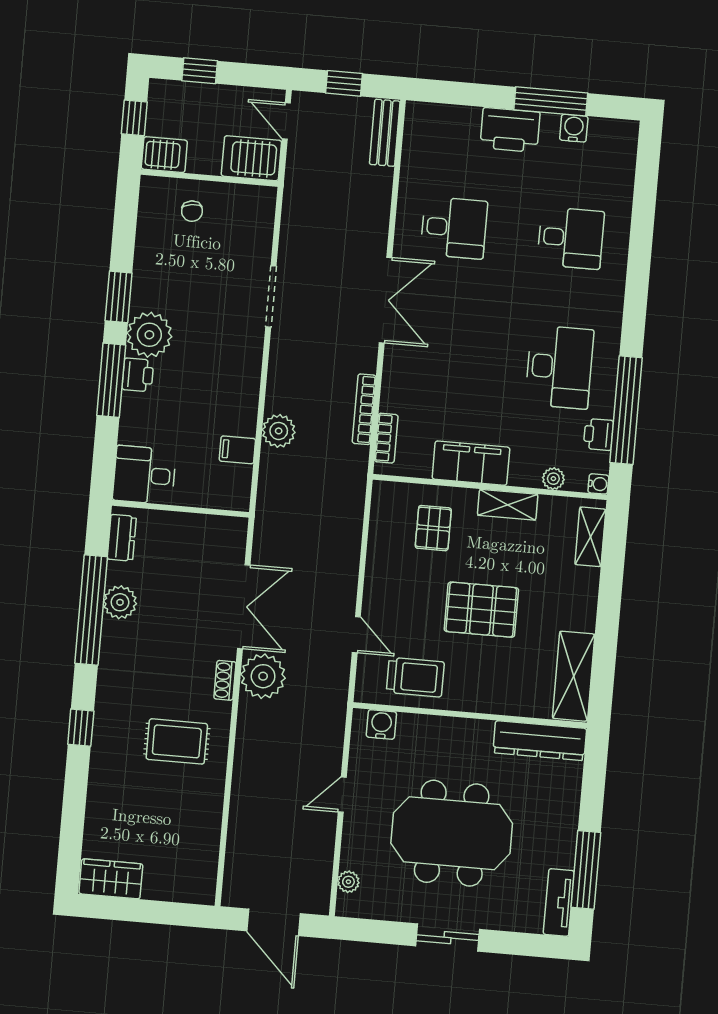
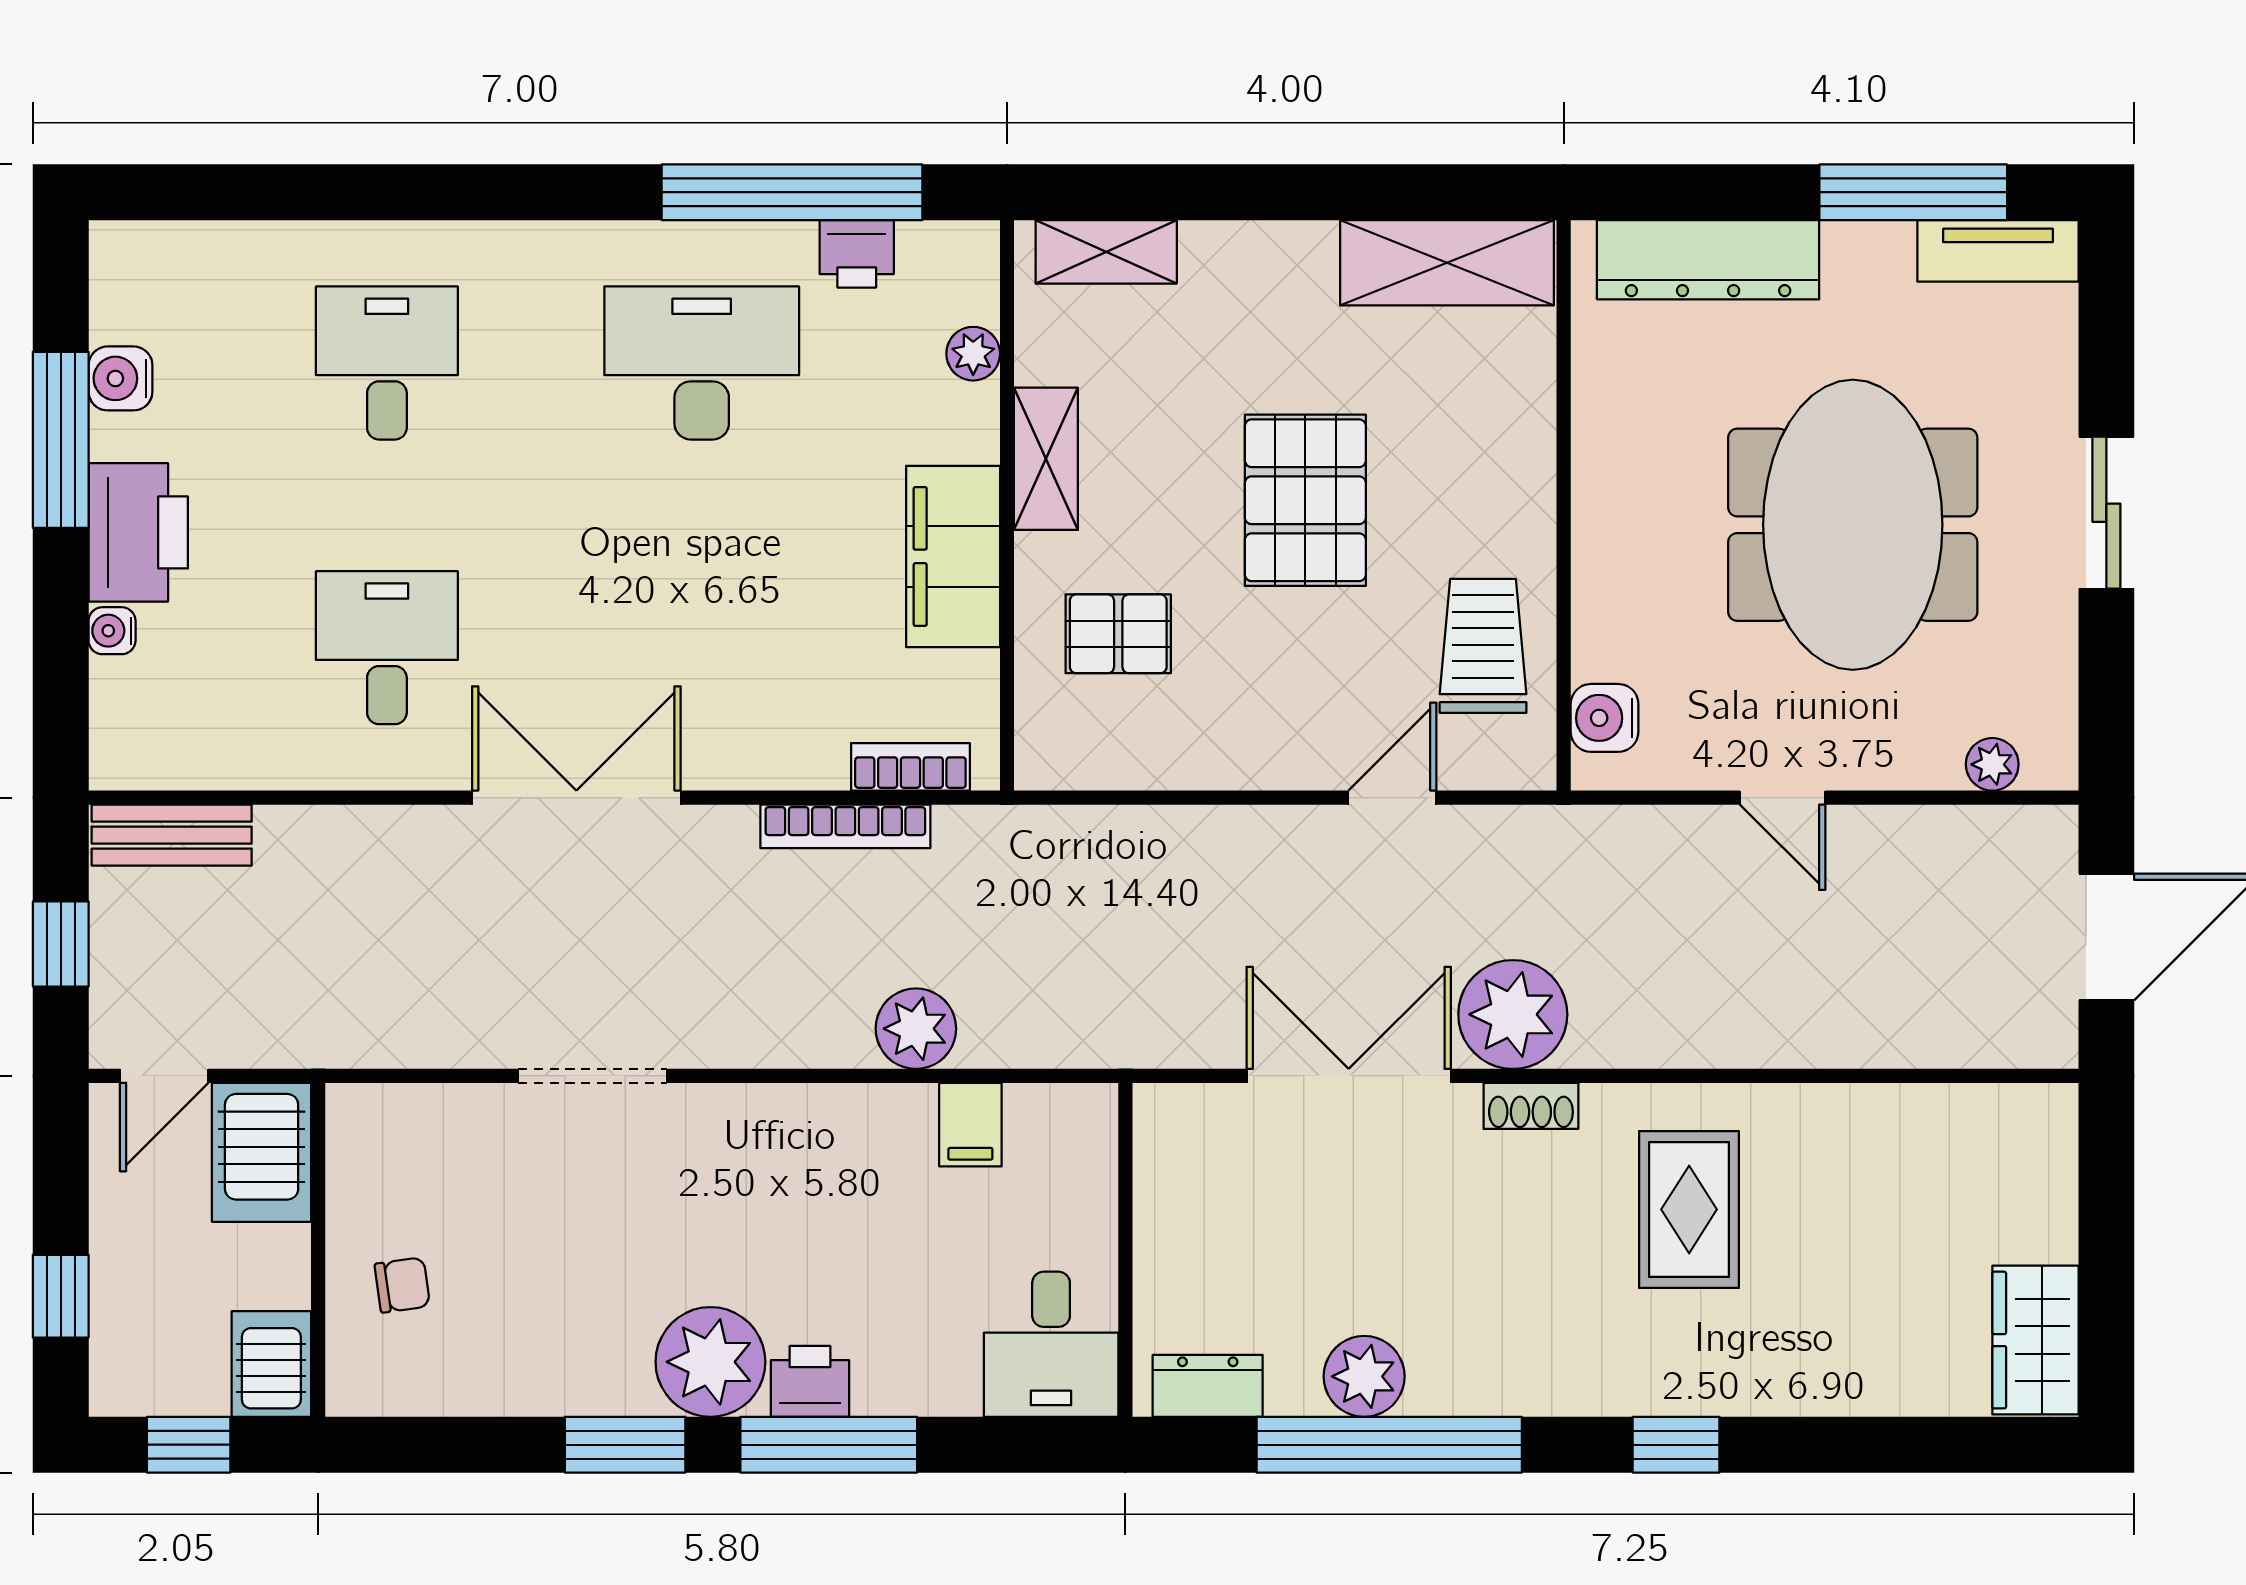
water cooler: (598, 484) -> (112, 631), moved, turned -90
dresser: (540, 741) -> (1708, 260), moved, turned 90

